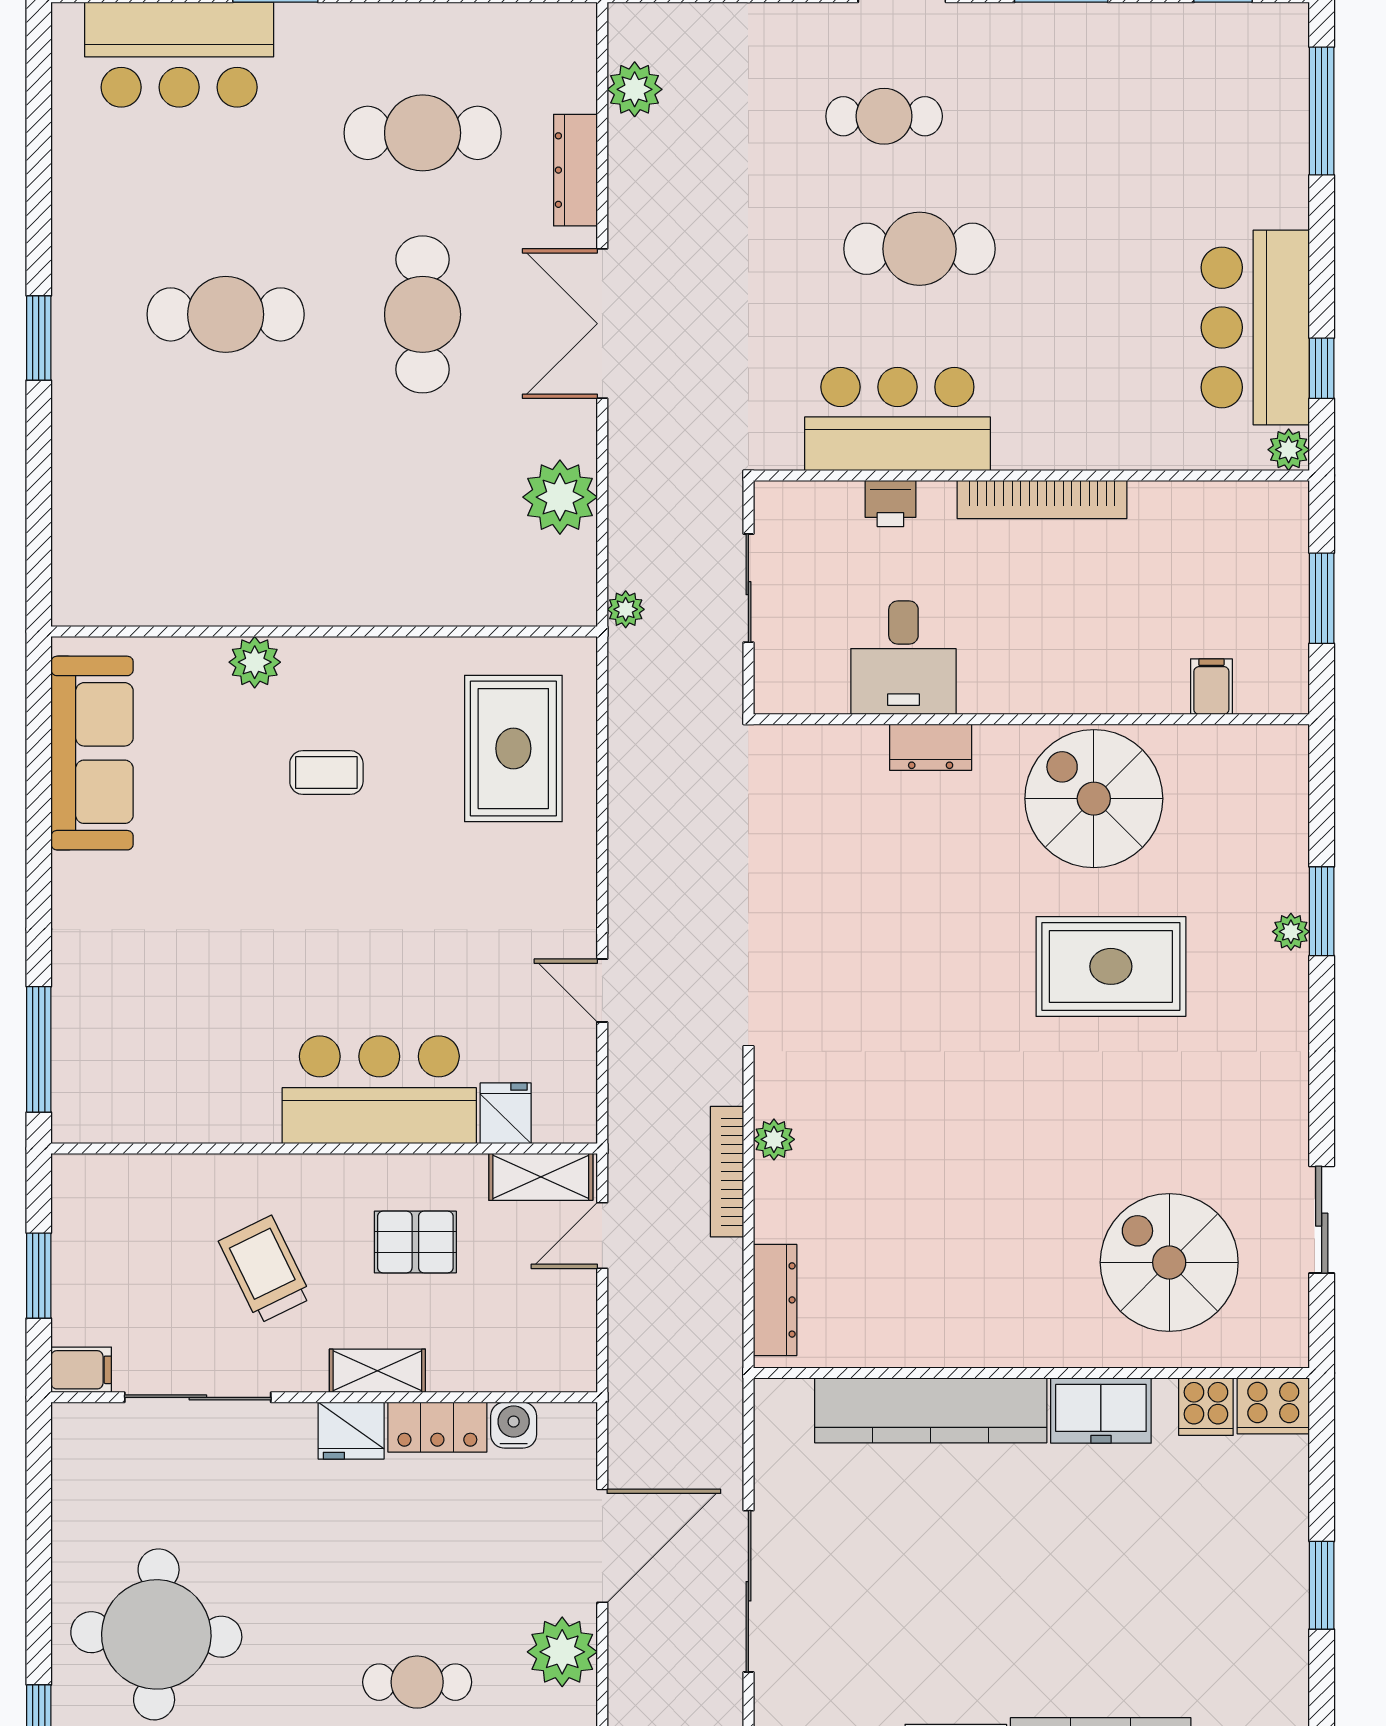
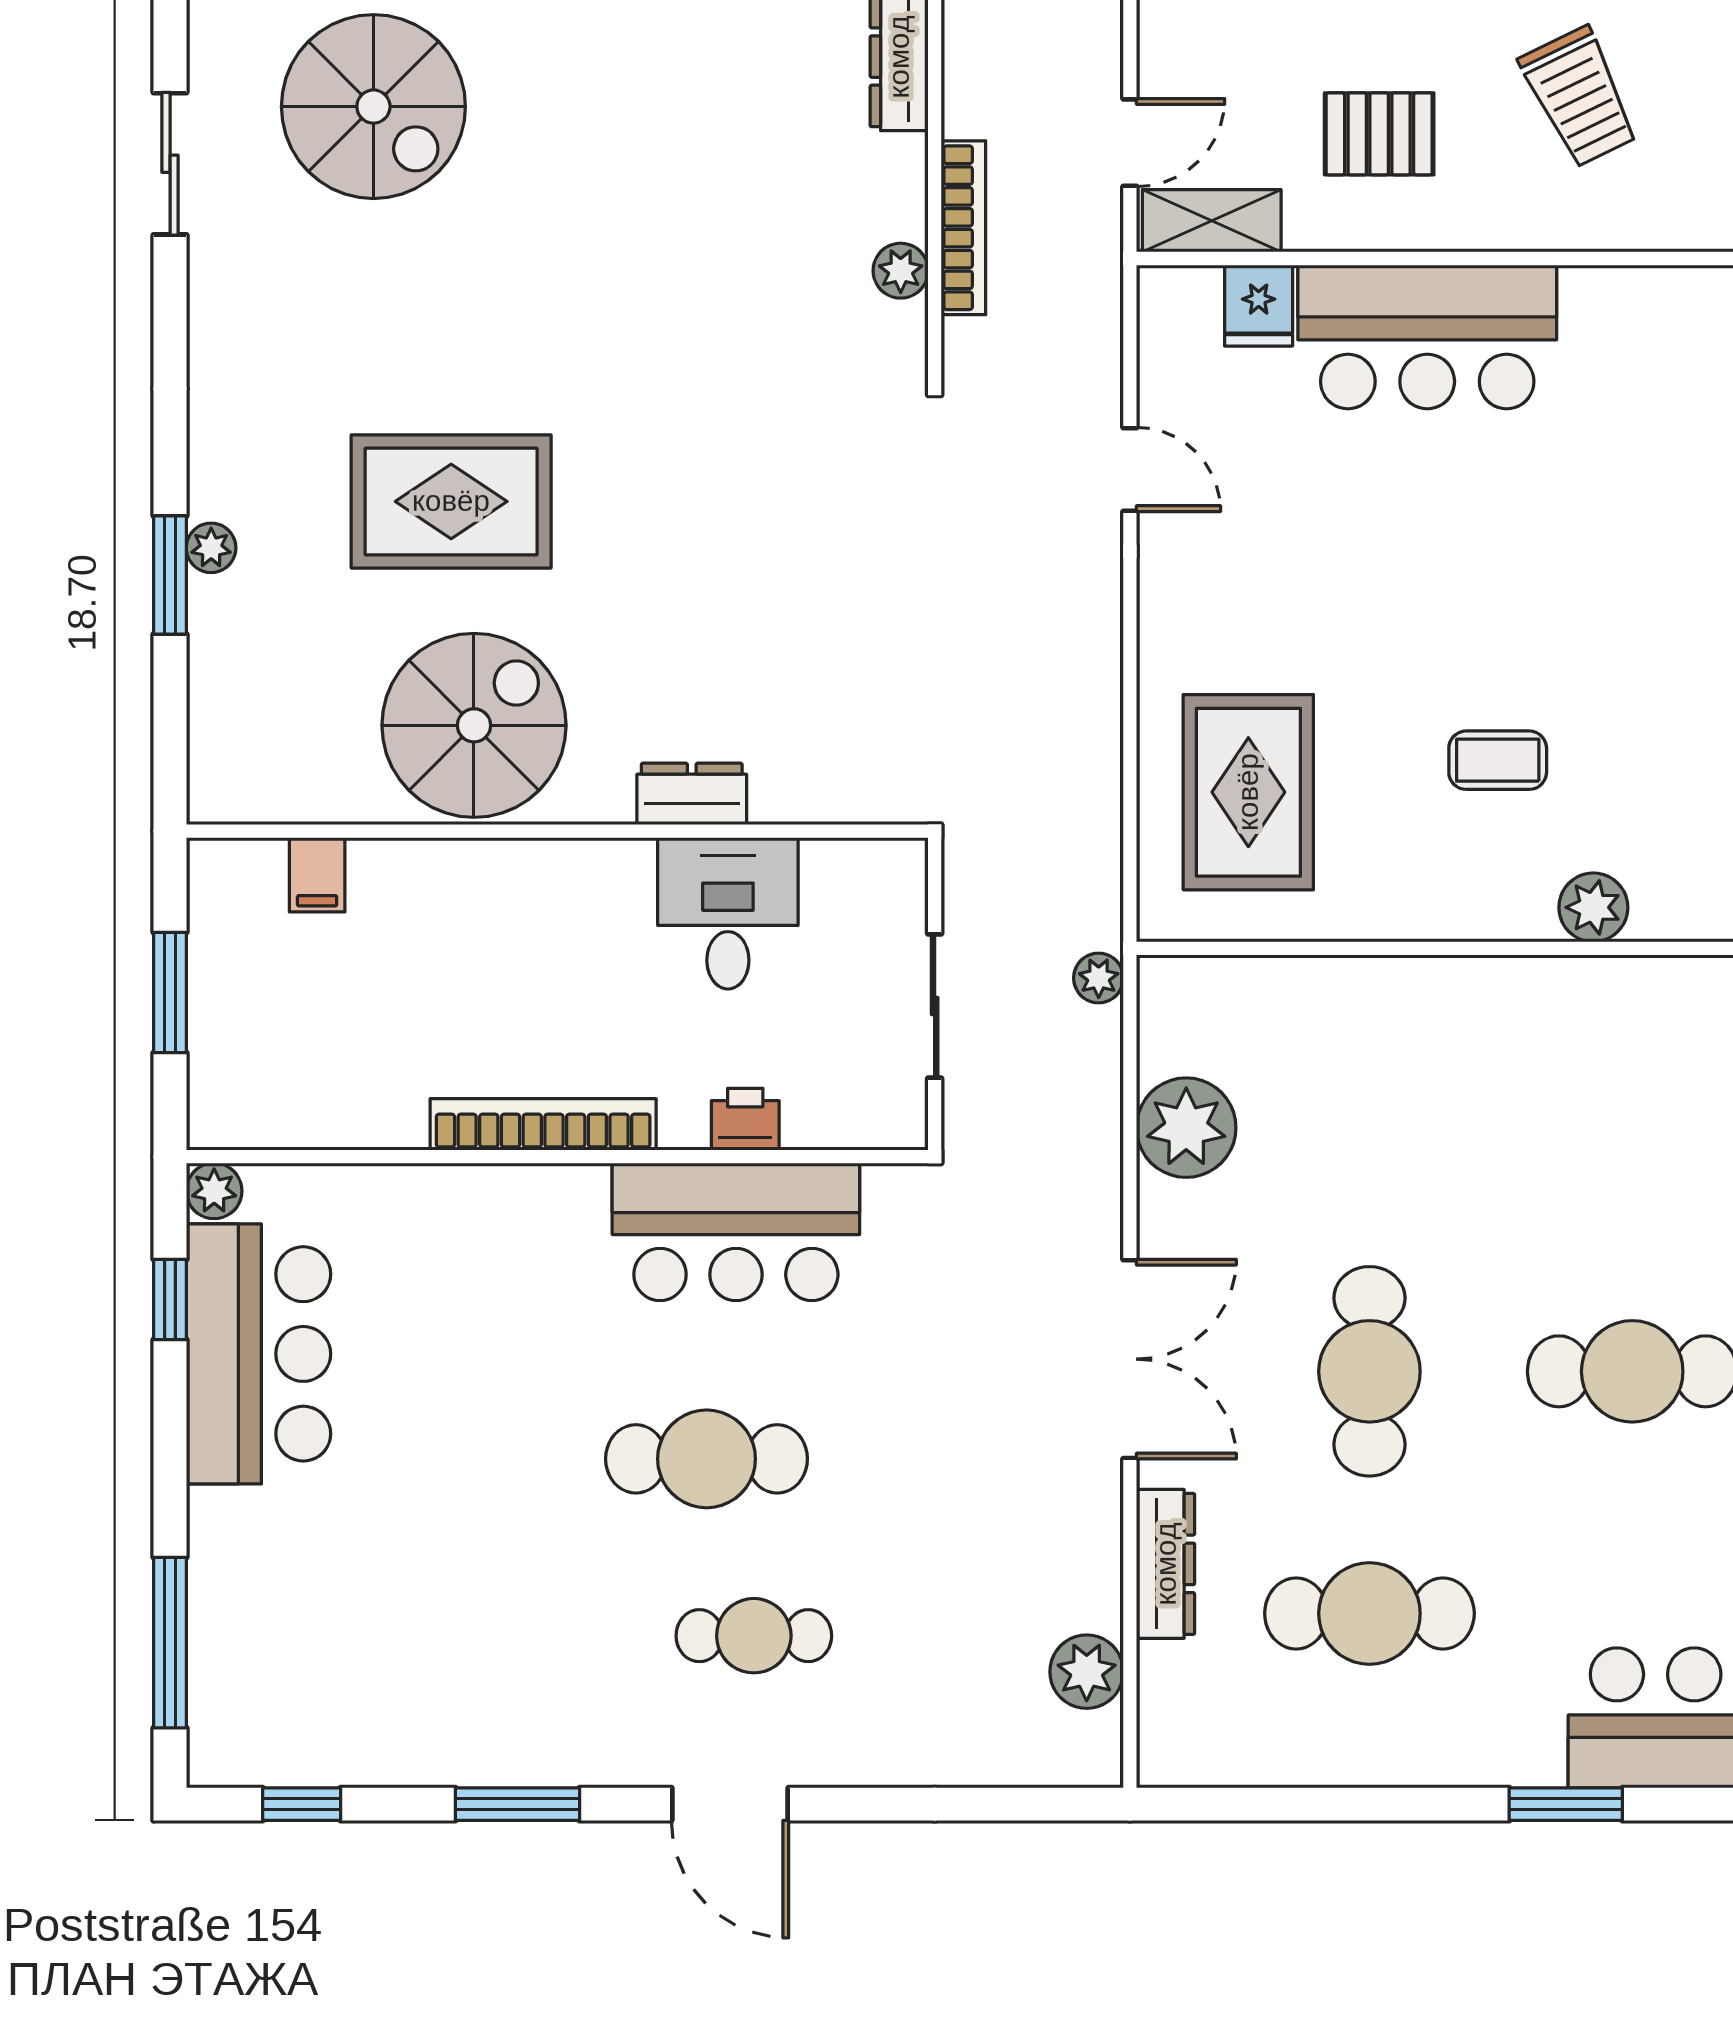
spiral stairs: (1094, 799) -> (474, 725), turned -90

